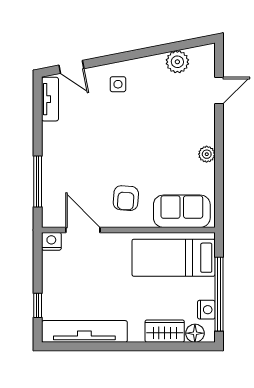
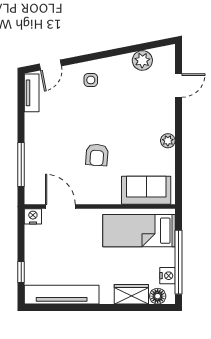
door: (71, 67) -> (50, 65), hinge flipped
armchair: (126, 198) -> (97, 155), moved

